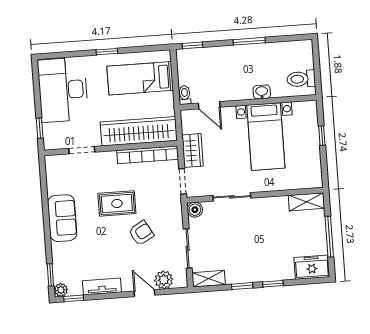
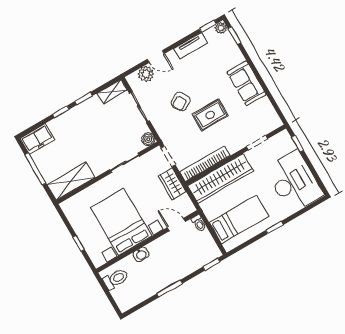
bed with nightstands: (266, 137) -> (121, 222), width x1.36
shelving: (306, 202) -> (71, 181), width x1.50, depth x1.33

